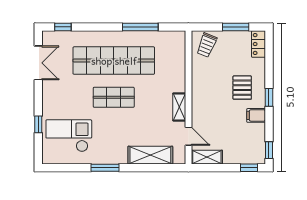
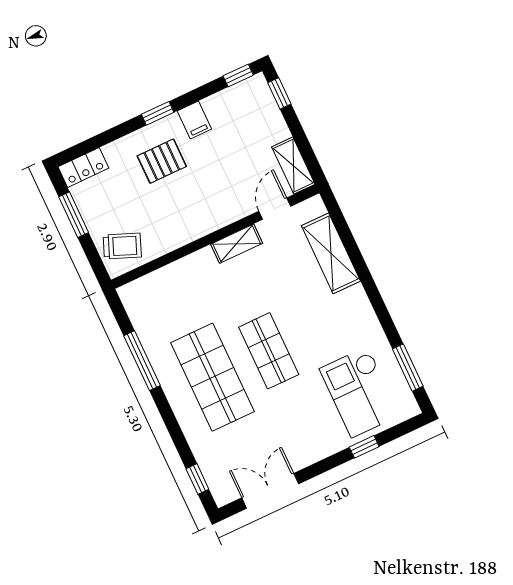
shop shelf: (114, 61) -> (212, 377), width x0.71
window: (105, 168) -> (408, 368), moved

